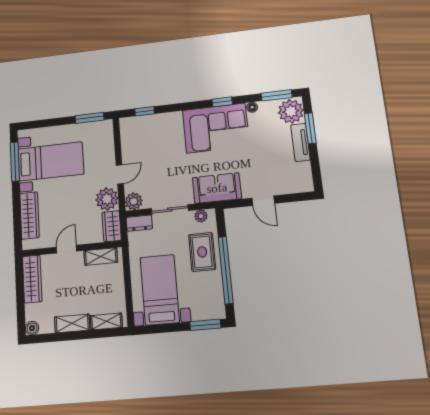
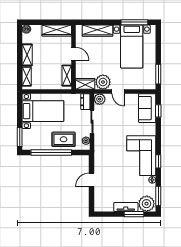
sofa: (217, 188) -> (147, 108), moved, turned 180

